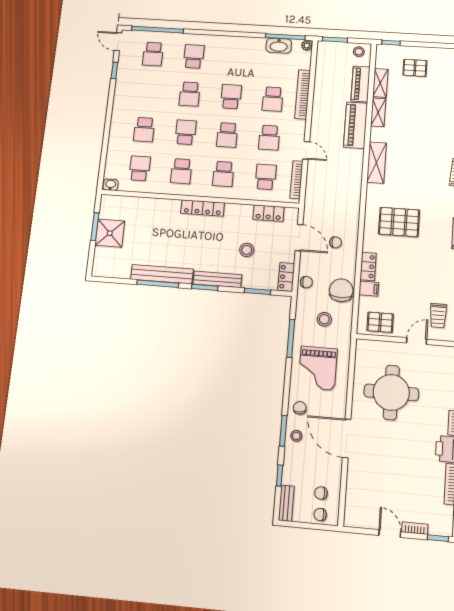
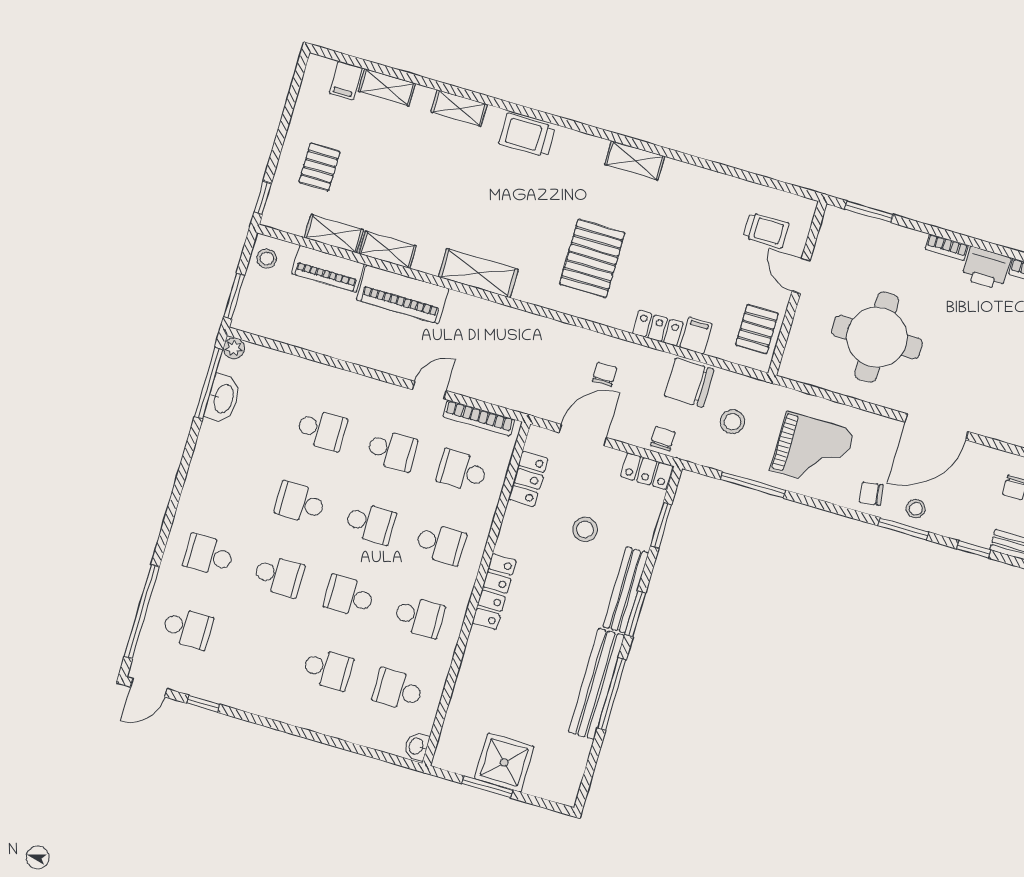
bookcase: (303, 94) -> (325, 375), removed

